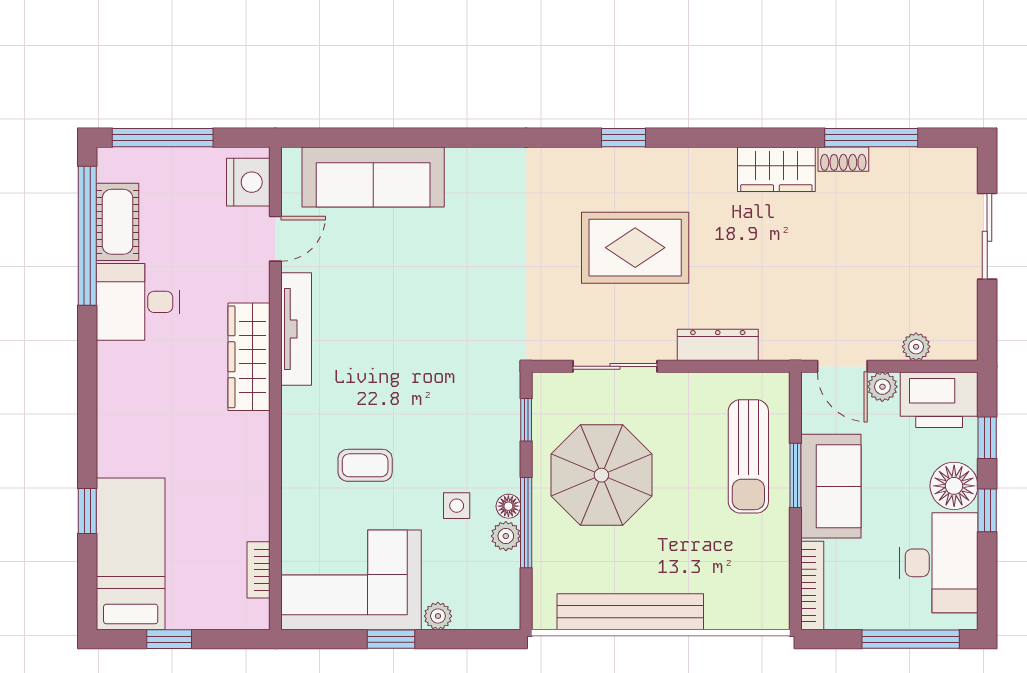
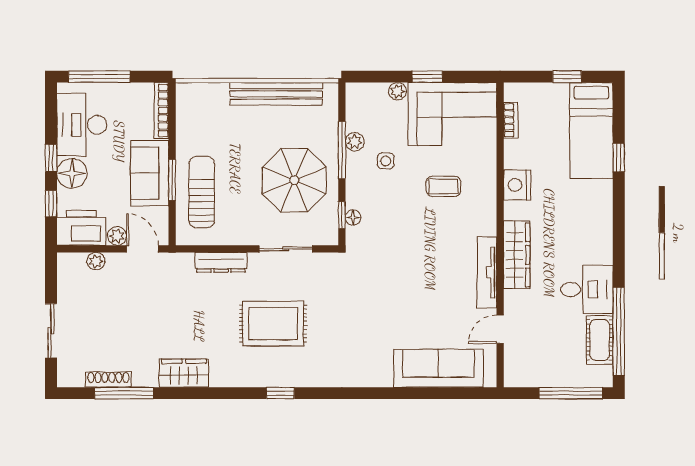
shoe rack: (843, 159) -> (108, 380), moved, width x1.43
nightstand: (248, 182) -> (517, 185), moved
floor lamp: (508, 506) -> (353, 218), moved

